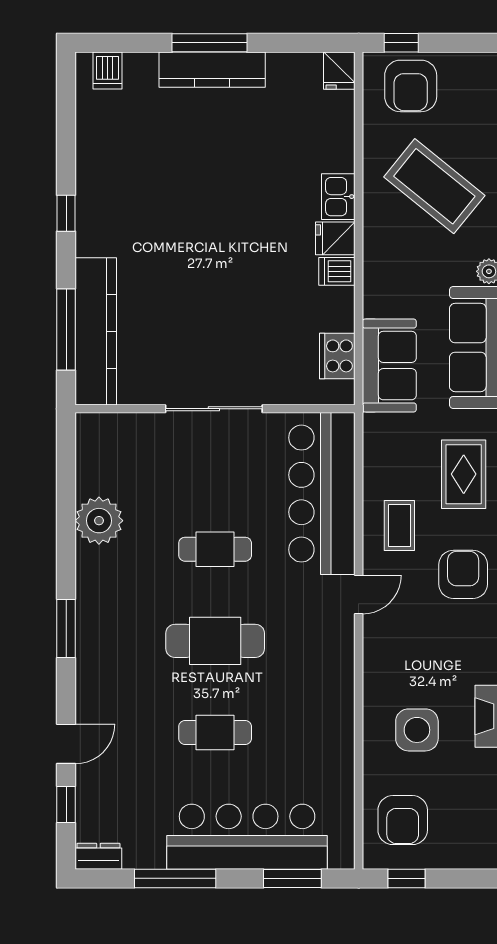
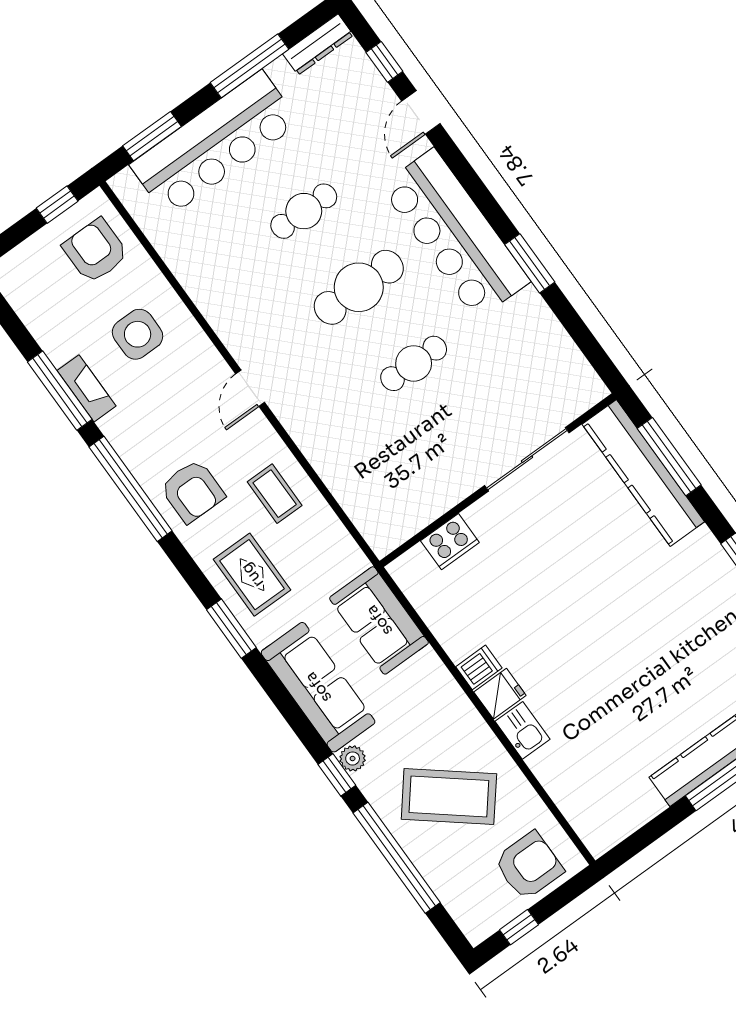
window: (401, 43) -> (519, 927), moved
fridge: (339, 71) -> (597, 835), removed
armchair: (411, 86) -> (529, 866), turned 90
cooker: (337, 356) -> (450, 542), moved, turned 90
sliding door: (214, 409) -> (527, 459), moved
bar counter: (322, 494) -> (455, 234), moved, turned 180
plant: (99, 521) -> (527, 318), removed
door: (359, 594) -> (250, 388), moved
window: (66, 629) -> (530, 263), moved
dresser: (98, 856) -> (318, 44), width x1.44

